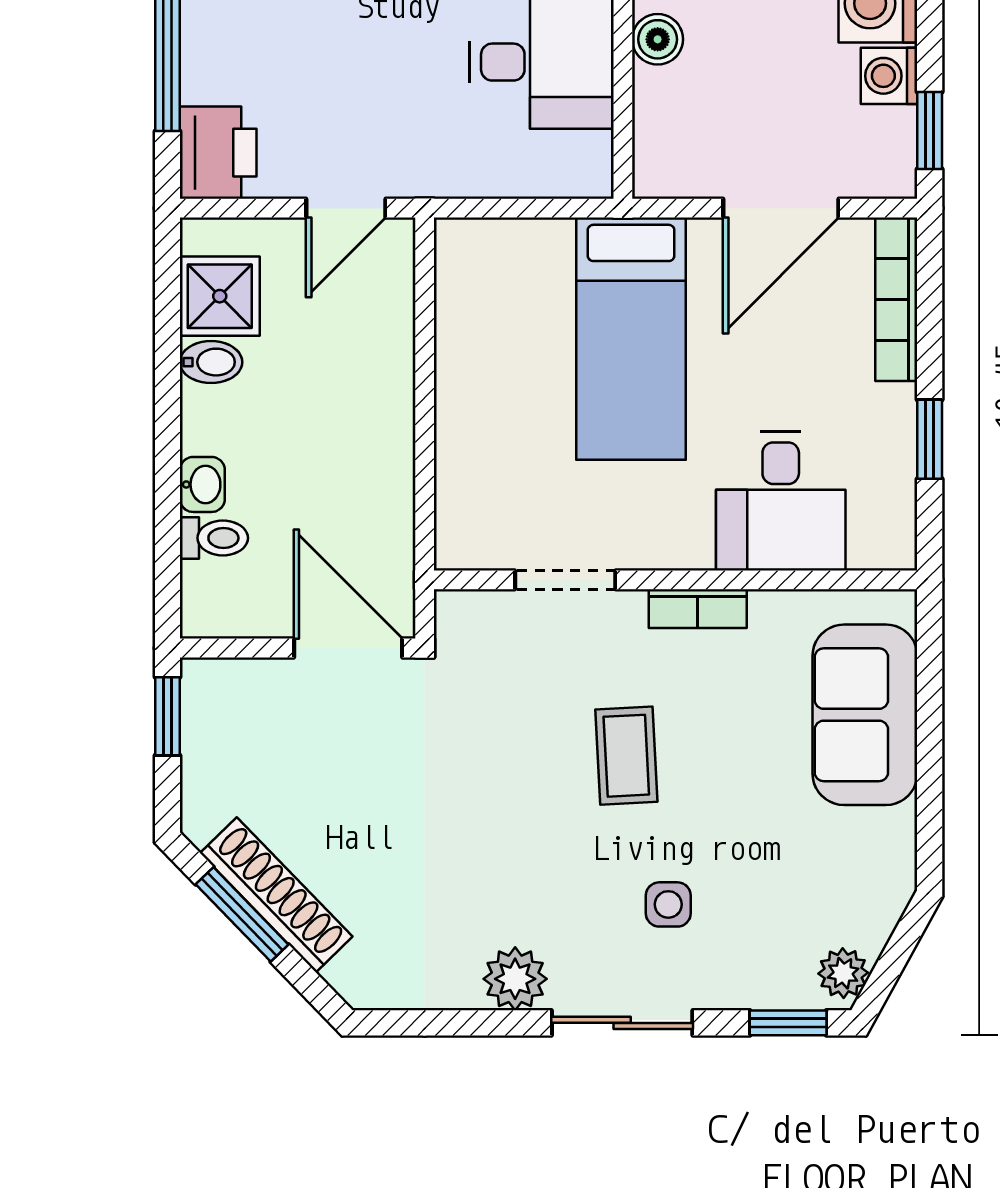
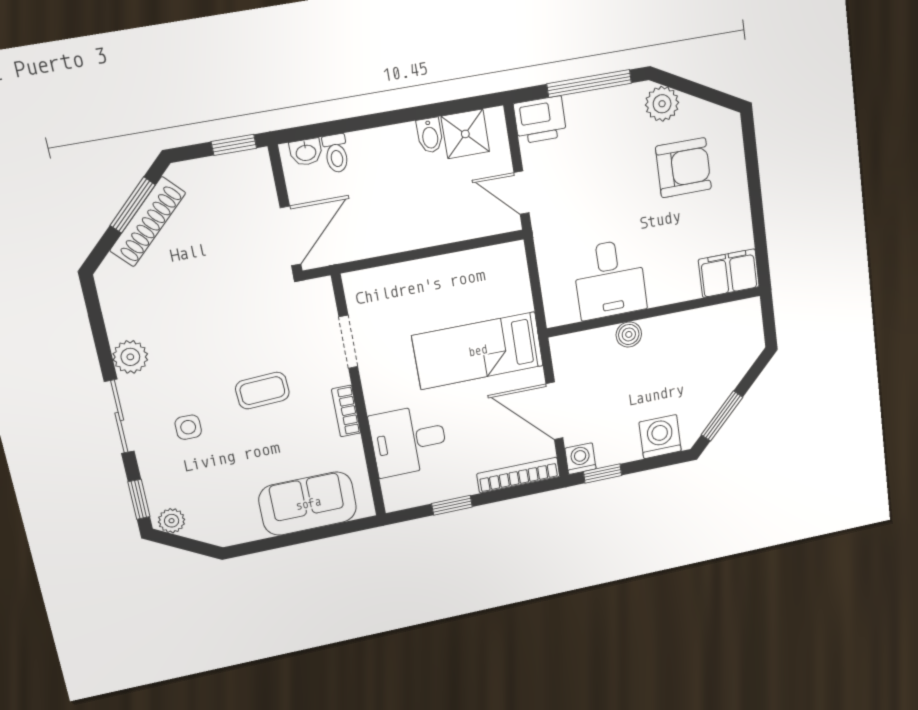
washing machine: (889, 76) -> (580, 459), moved
washbasin: (202, 484) -> (306, 152), moved

